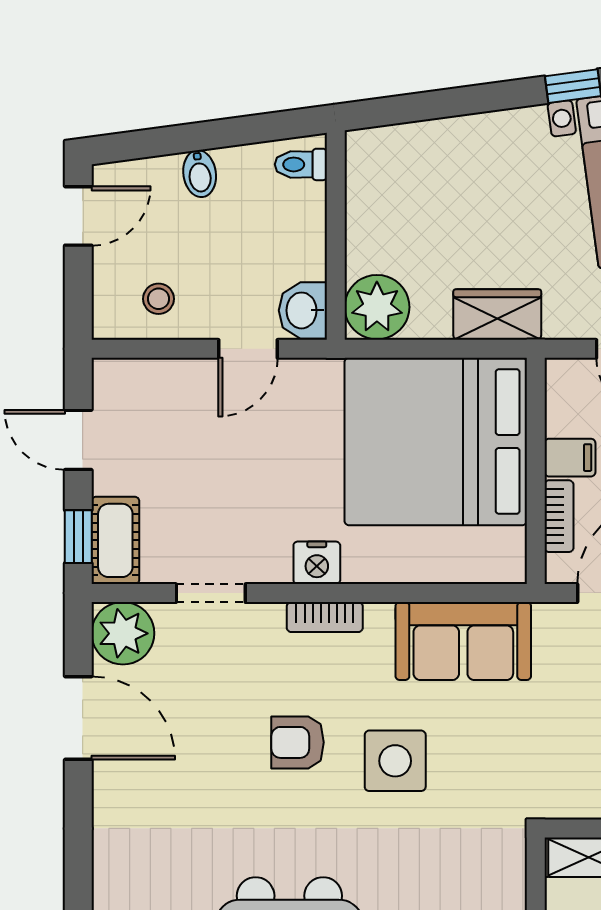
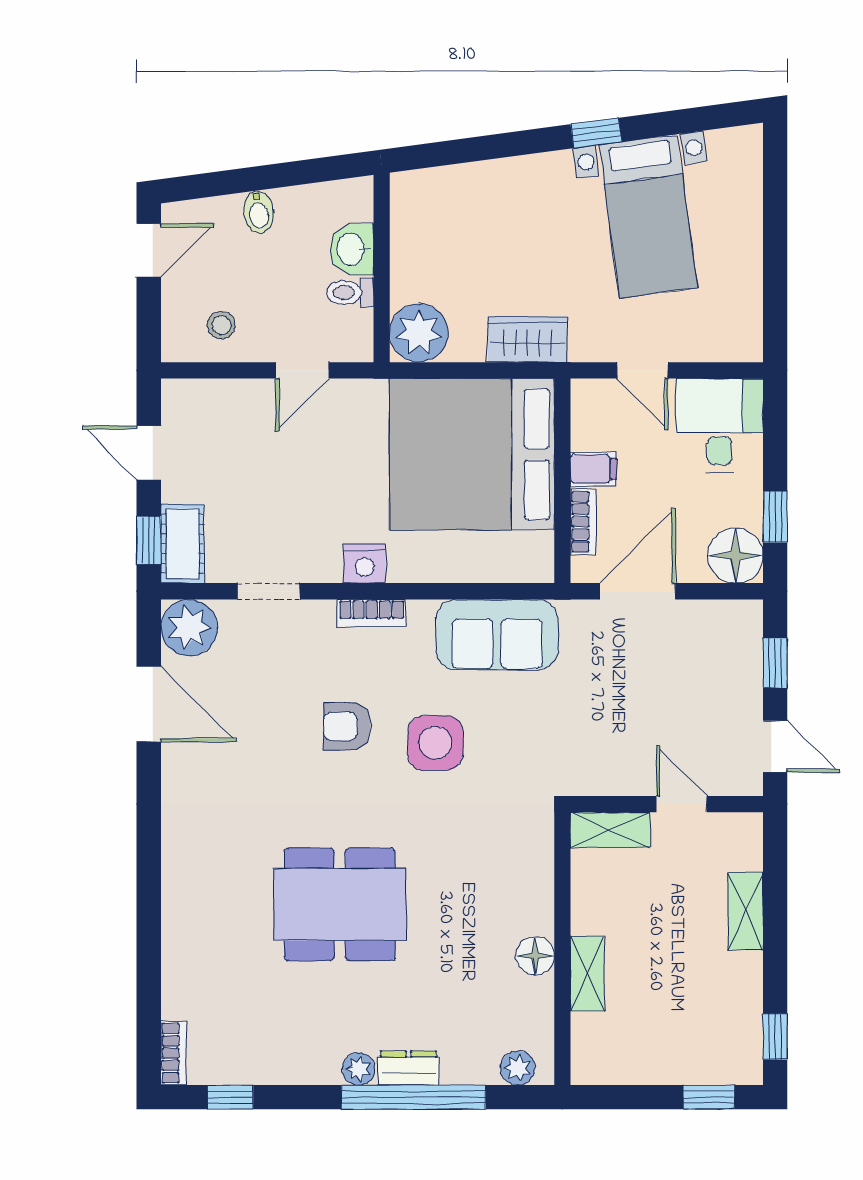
toilet: (301, 164) -> (350, 293), moved
washbasin: (303, 310) -> (352, 249), moved

